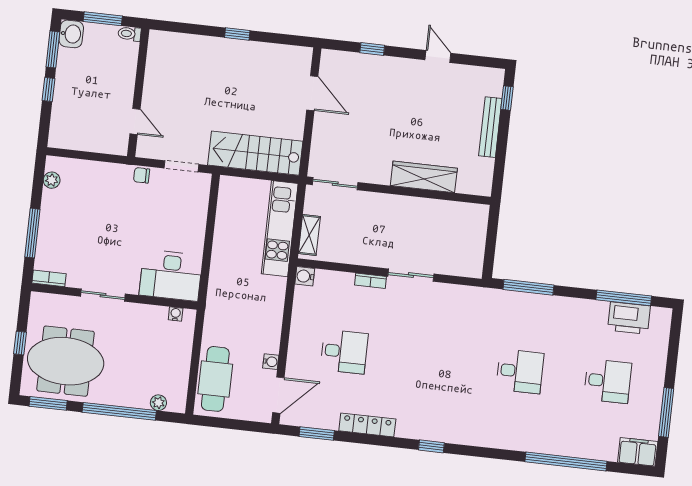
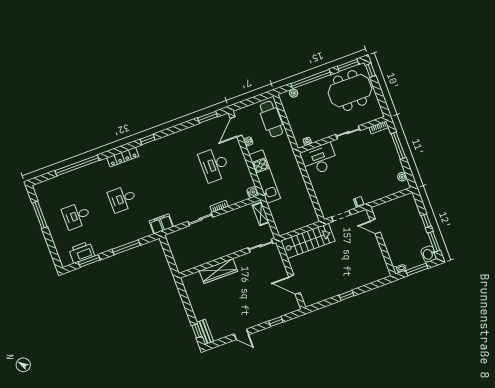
bench: (490, 127) -> (205, 332), moved, width x0.73
kitchen unit: (280, 229) -> (265, 177), moved
window: (528, 287) -> (126, 247), moved
window: (624, 298) -> (89, 261), width x0.69
window: (20, 343) -> (370, 70), moved
desk: (344, 352) -> (214, 165), width x1.37
locker: (367, 425) -> (123, 157), moved
filing cabinet: (638, 452) -> (161, 224), moved, turned 180

